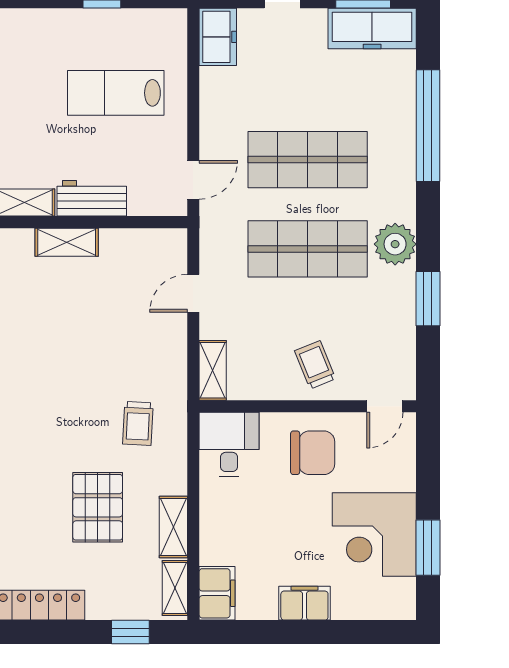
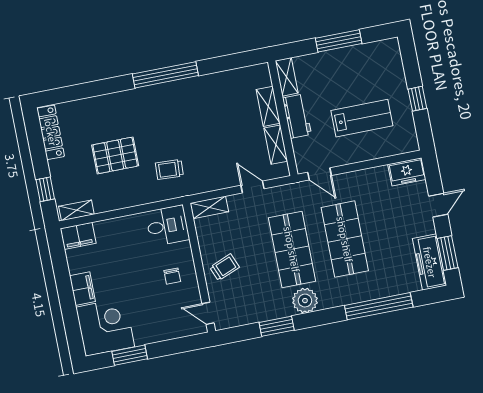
lab bench: (116, 93) -> (362, 118), turned 90
chair: (313, 453) -> (172, 276), width x0.54, depth x0.54
shelving: (173, 527) -> (276, 145), moved, turned 90
corner desk: (374, 535) -> (105, 327), moved, turned 90

